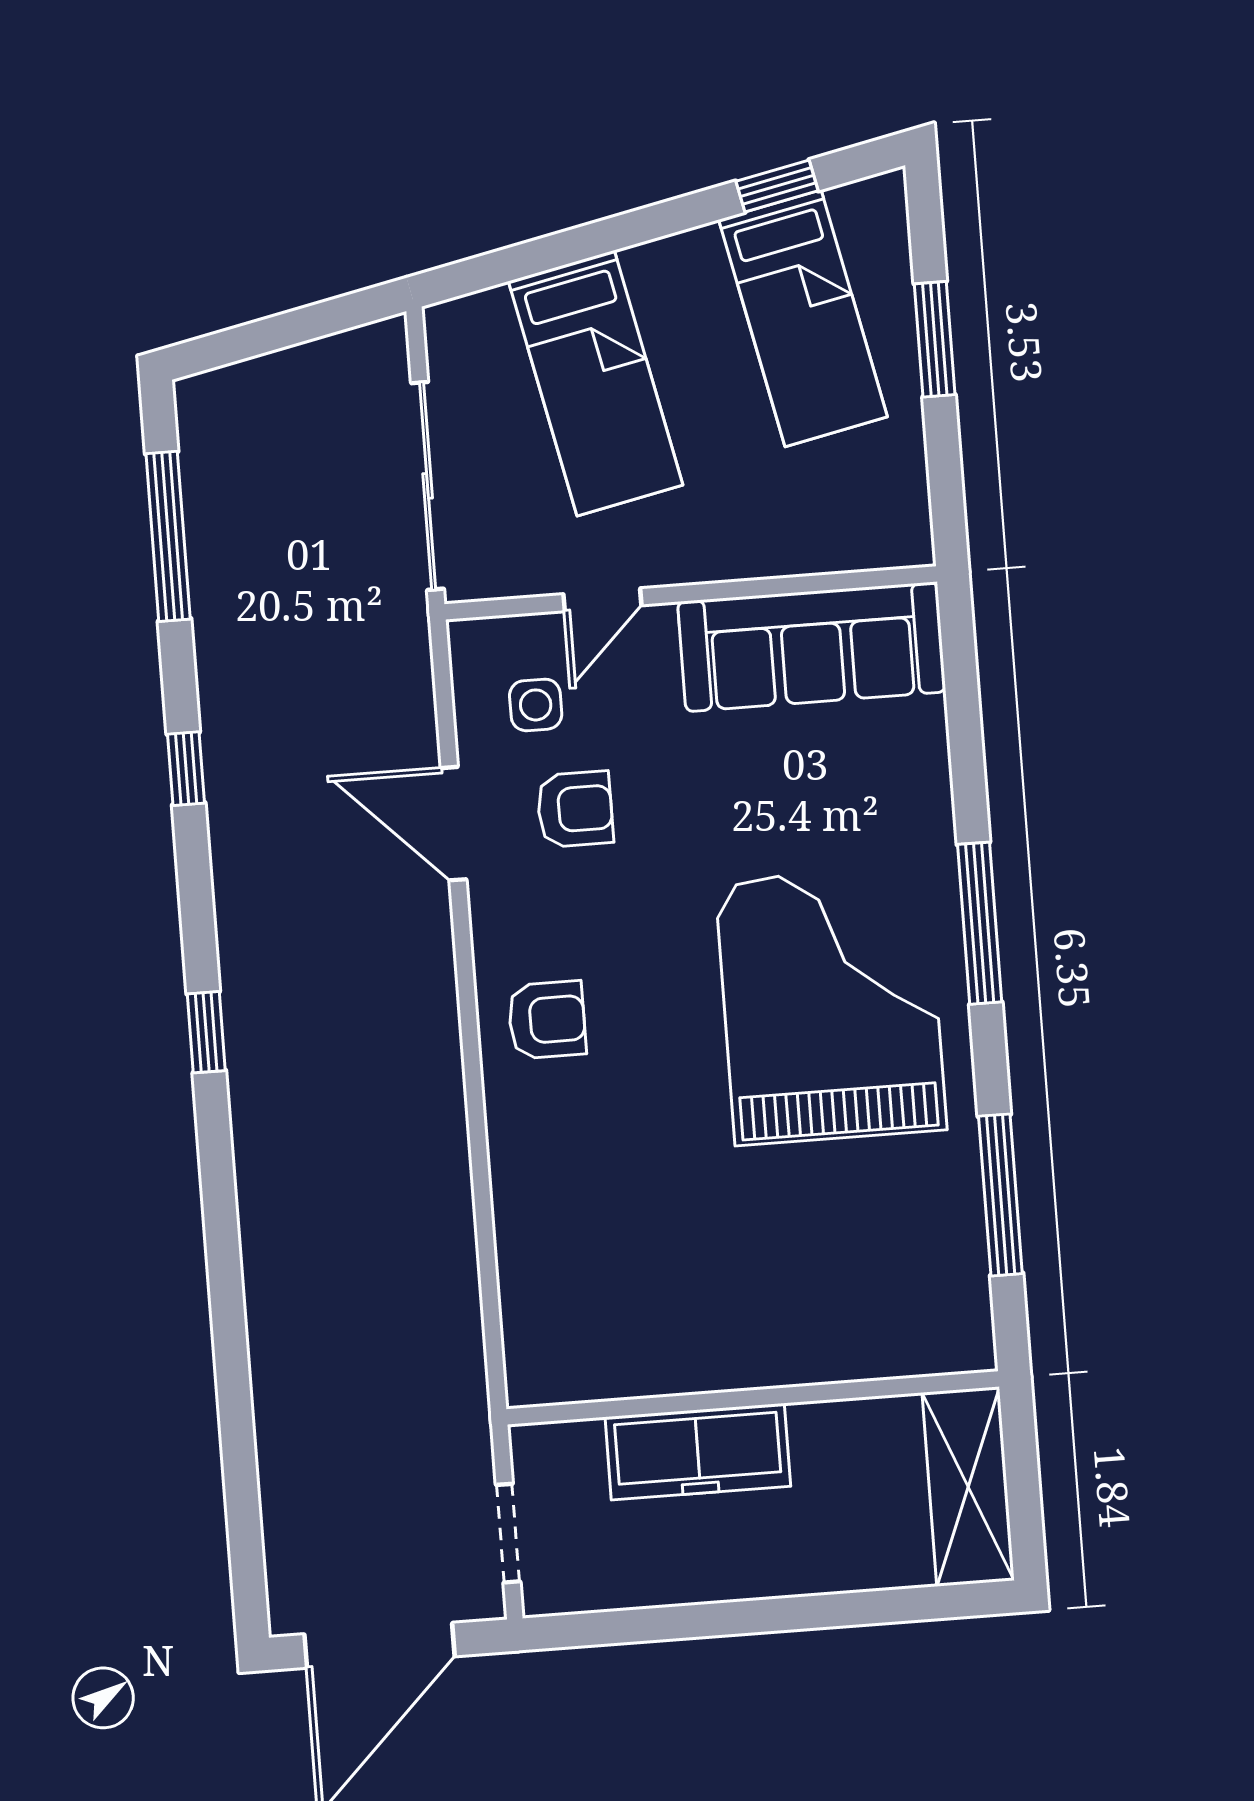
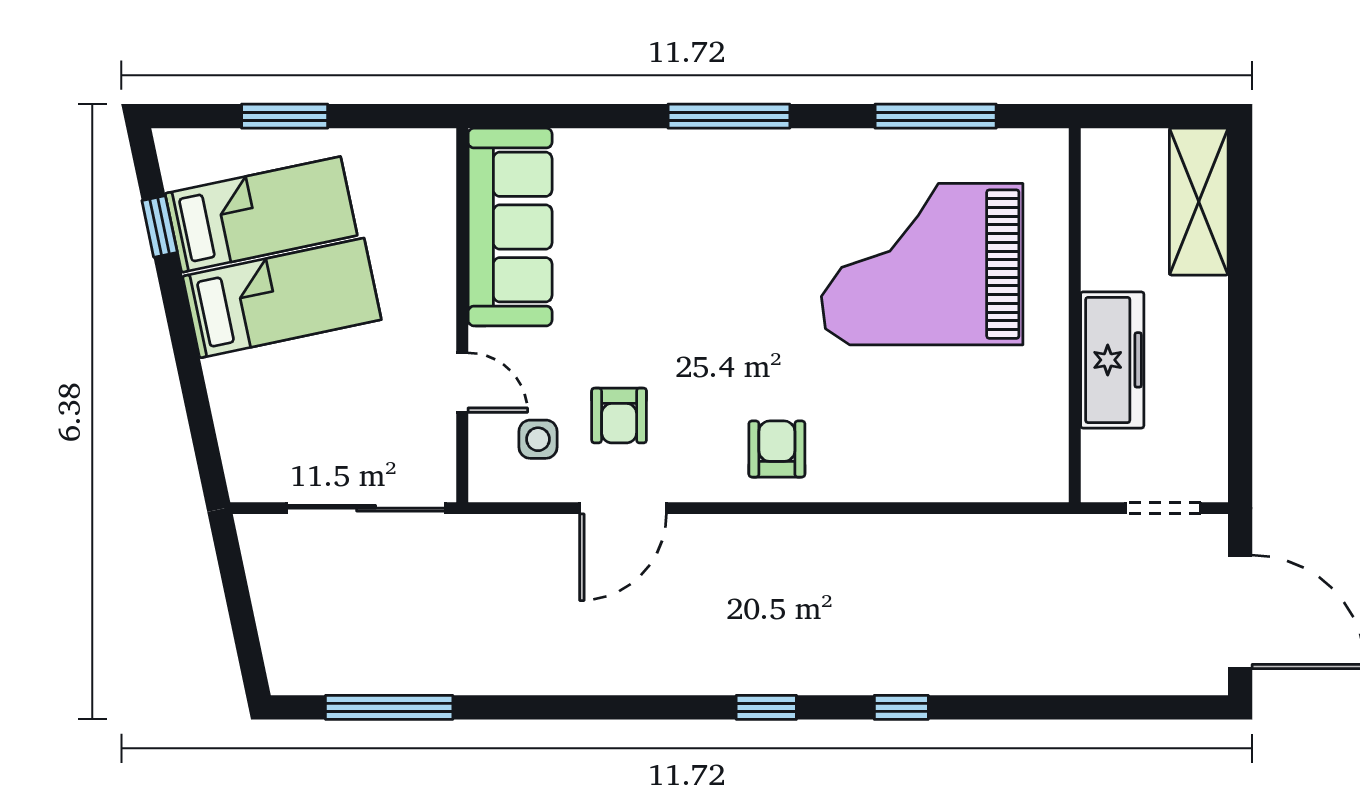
bed: (596, 383) -> (282, 298), moved
window: (186, 769) -> (901, 707), moved
armchair: (575, 809) -> (619, 416), turned 180
grand piano: (831, 1005) -> (922, 264), moved
shelving: (968, 1487) -> (1199, 202), moved, turned 90

